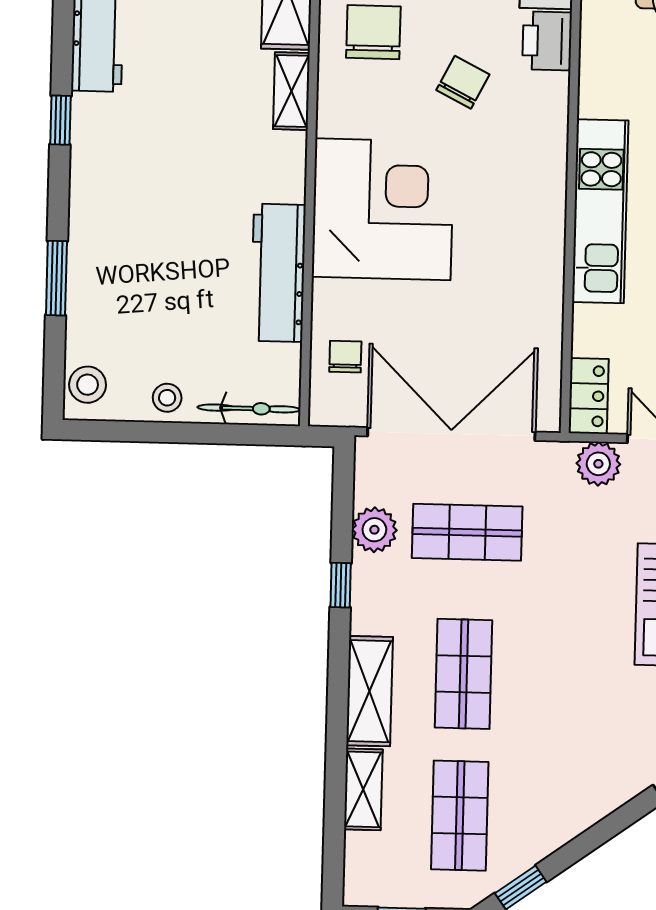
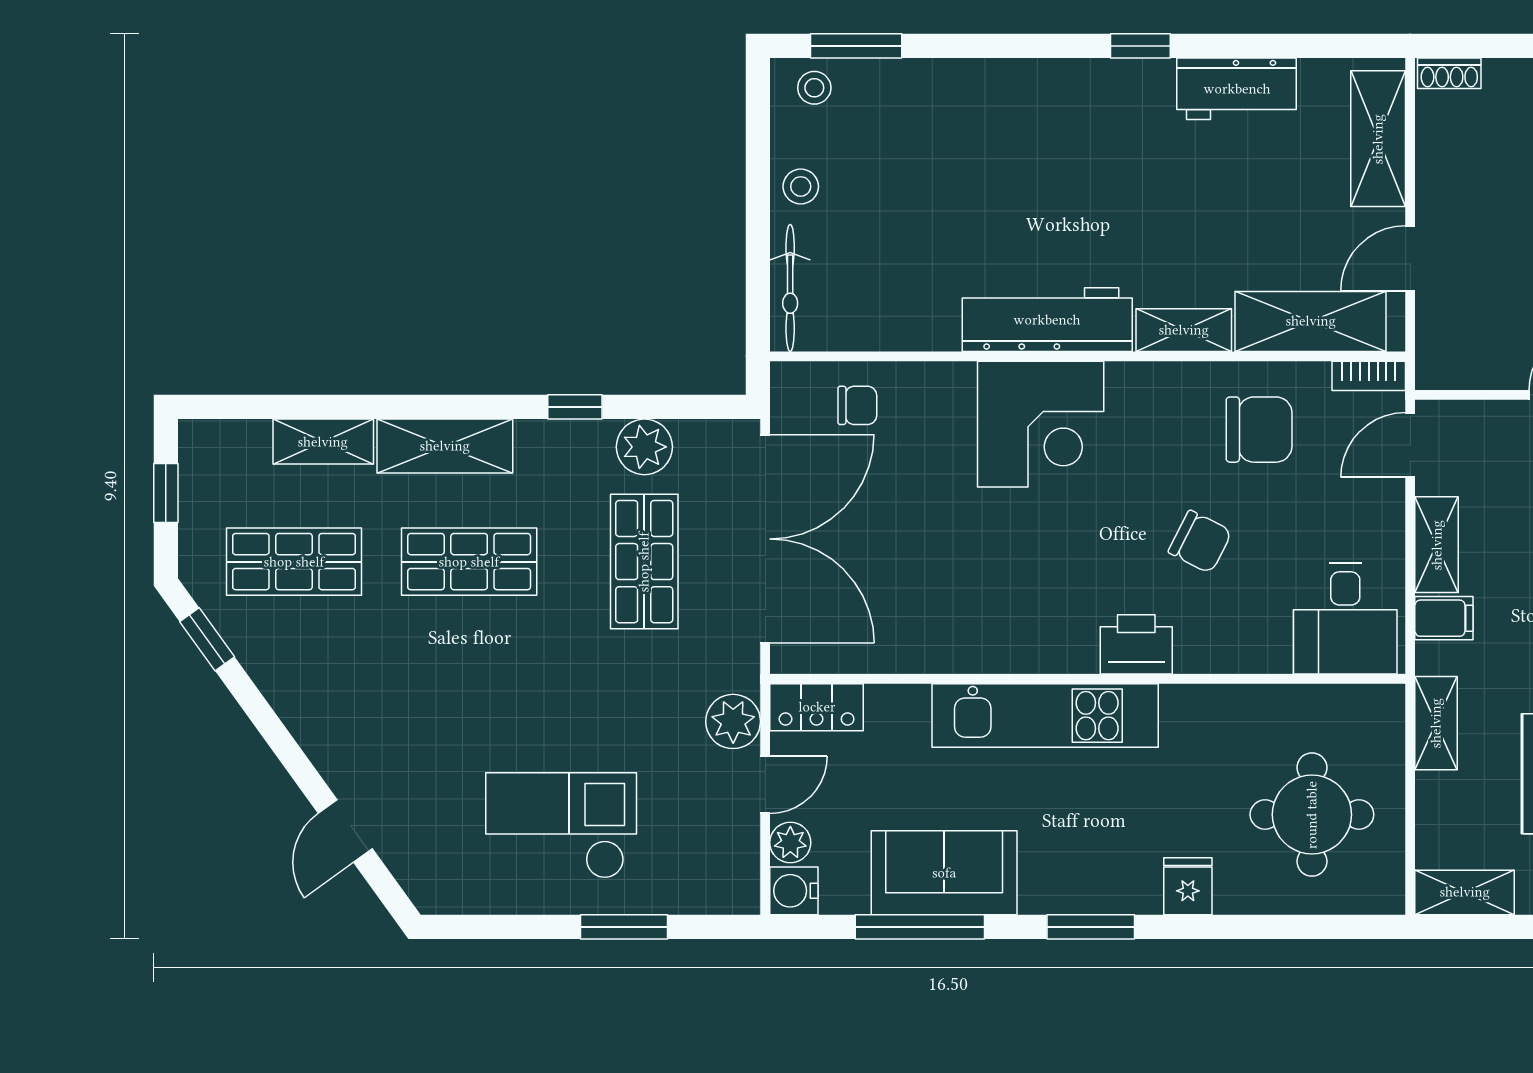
printer: (547, 41) -> (1136, 644), moved
corner desk: (383, 209) -> (1041, 424), width x0.74, depth x0.74
workbench: (278, 273) -> (1047, 320), moved
window: (56, 278) -> (856, 46), moved
stool: (88, 385) -> (814, 88), width x0.73, depth x0.73

